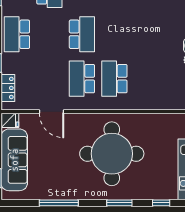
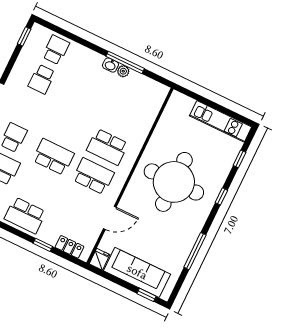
school desk: (82, 79) -> (93, 176), turned 180
window: (119, 203) -> (221, 196), width x0.67

